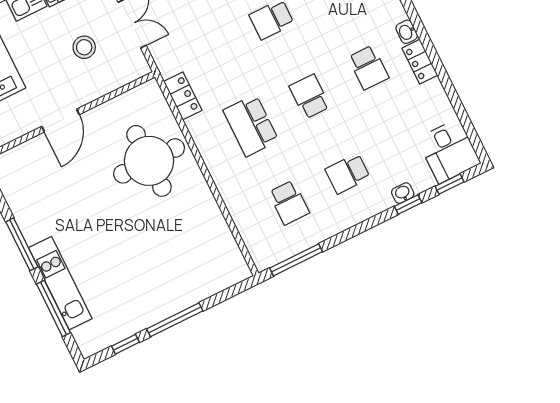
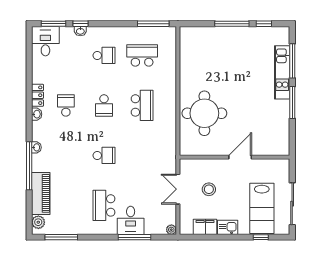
locker: (183, 96) -> (170, 138), removed
window: (450, 184) -> (54, 24), width x1.50
school desk: (289, 203) -> (142, 55), width x1.85

